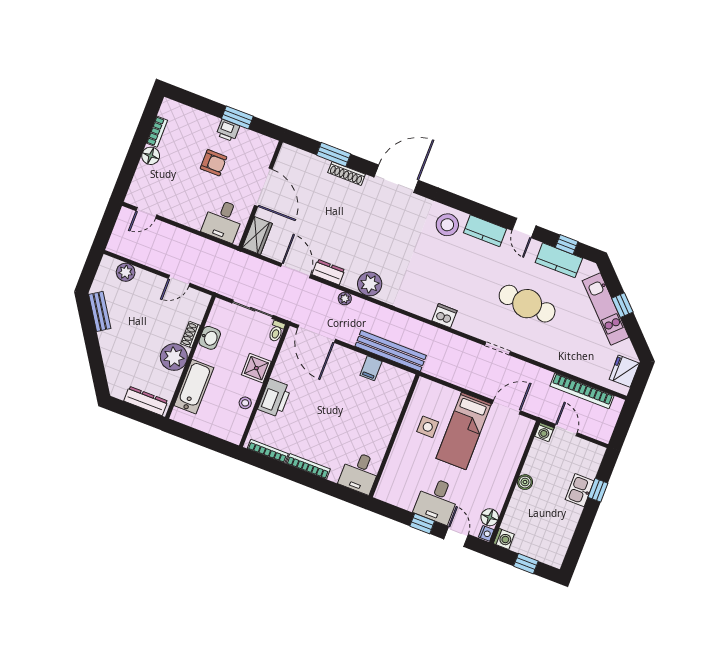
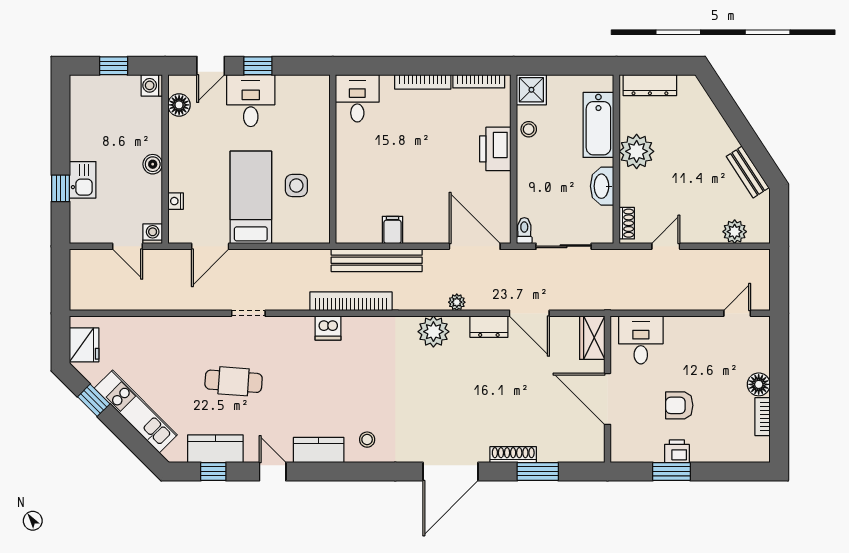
stool: (447, 225) -> (367, 440), width x0.53, depth x0.53
cafe table: (527, 304) -> (234, 381), width x0.73, depth x0.74
window: (622, 305) -> (94, 400), moved
shoe rack: (191, 335) -> (627, 223), moved
washbasin: (210, 338) -> (602, 186), width x1.38
shower: (256, 368) -> (531, 90), moved
bookcase: (582, 391) -> (351, 301), moved
nightstand: (486, 533) -> (176, 201), moved
door: (456, 537) -> (211, 66), hinge flipped

